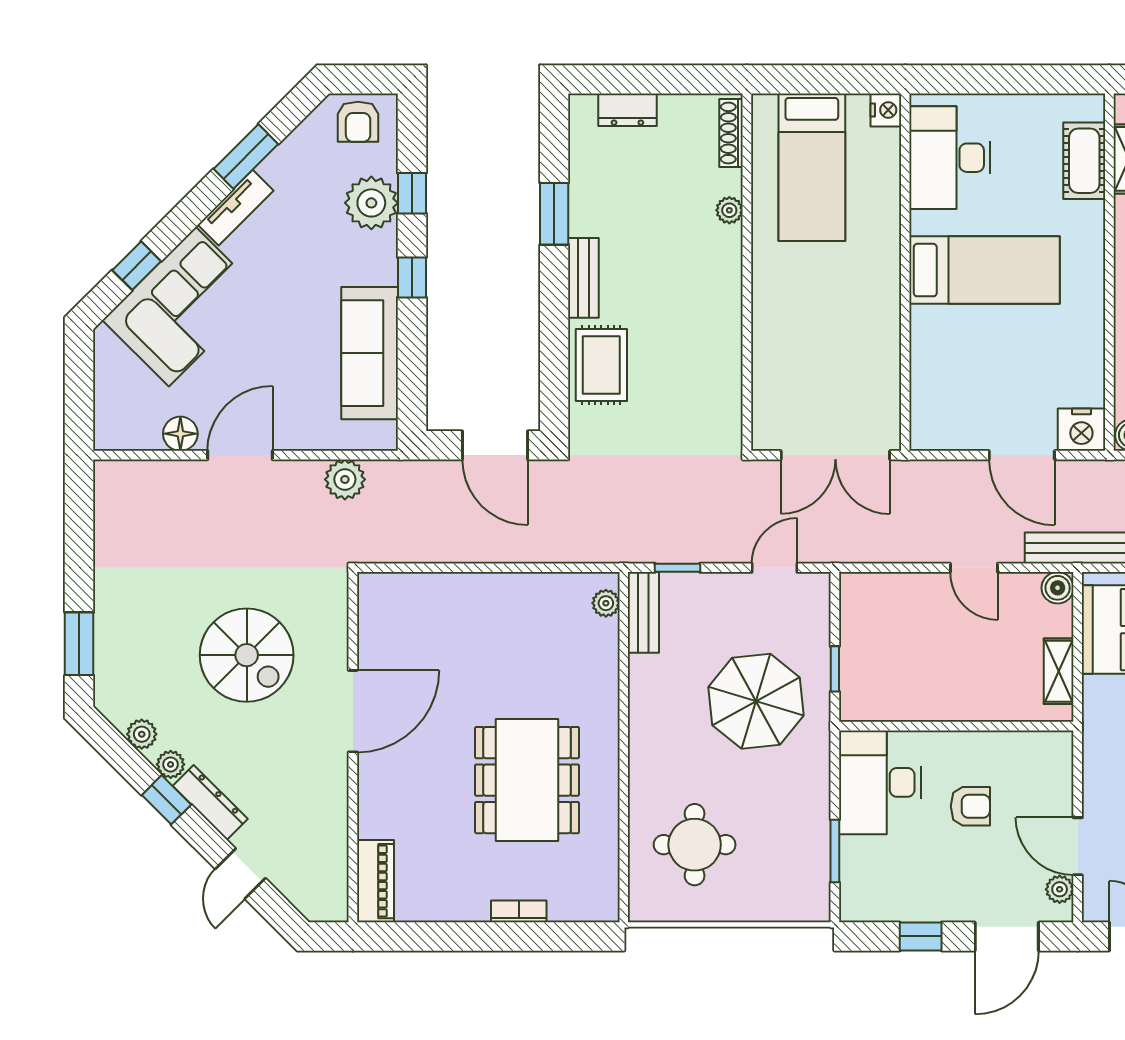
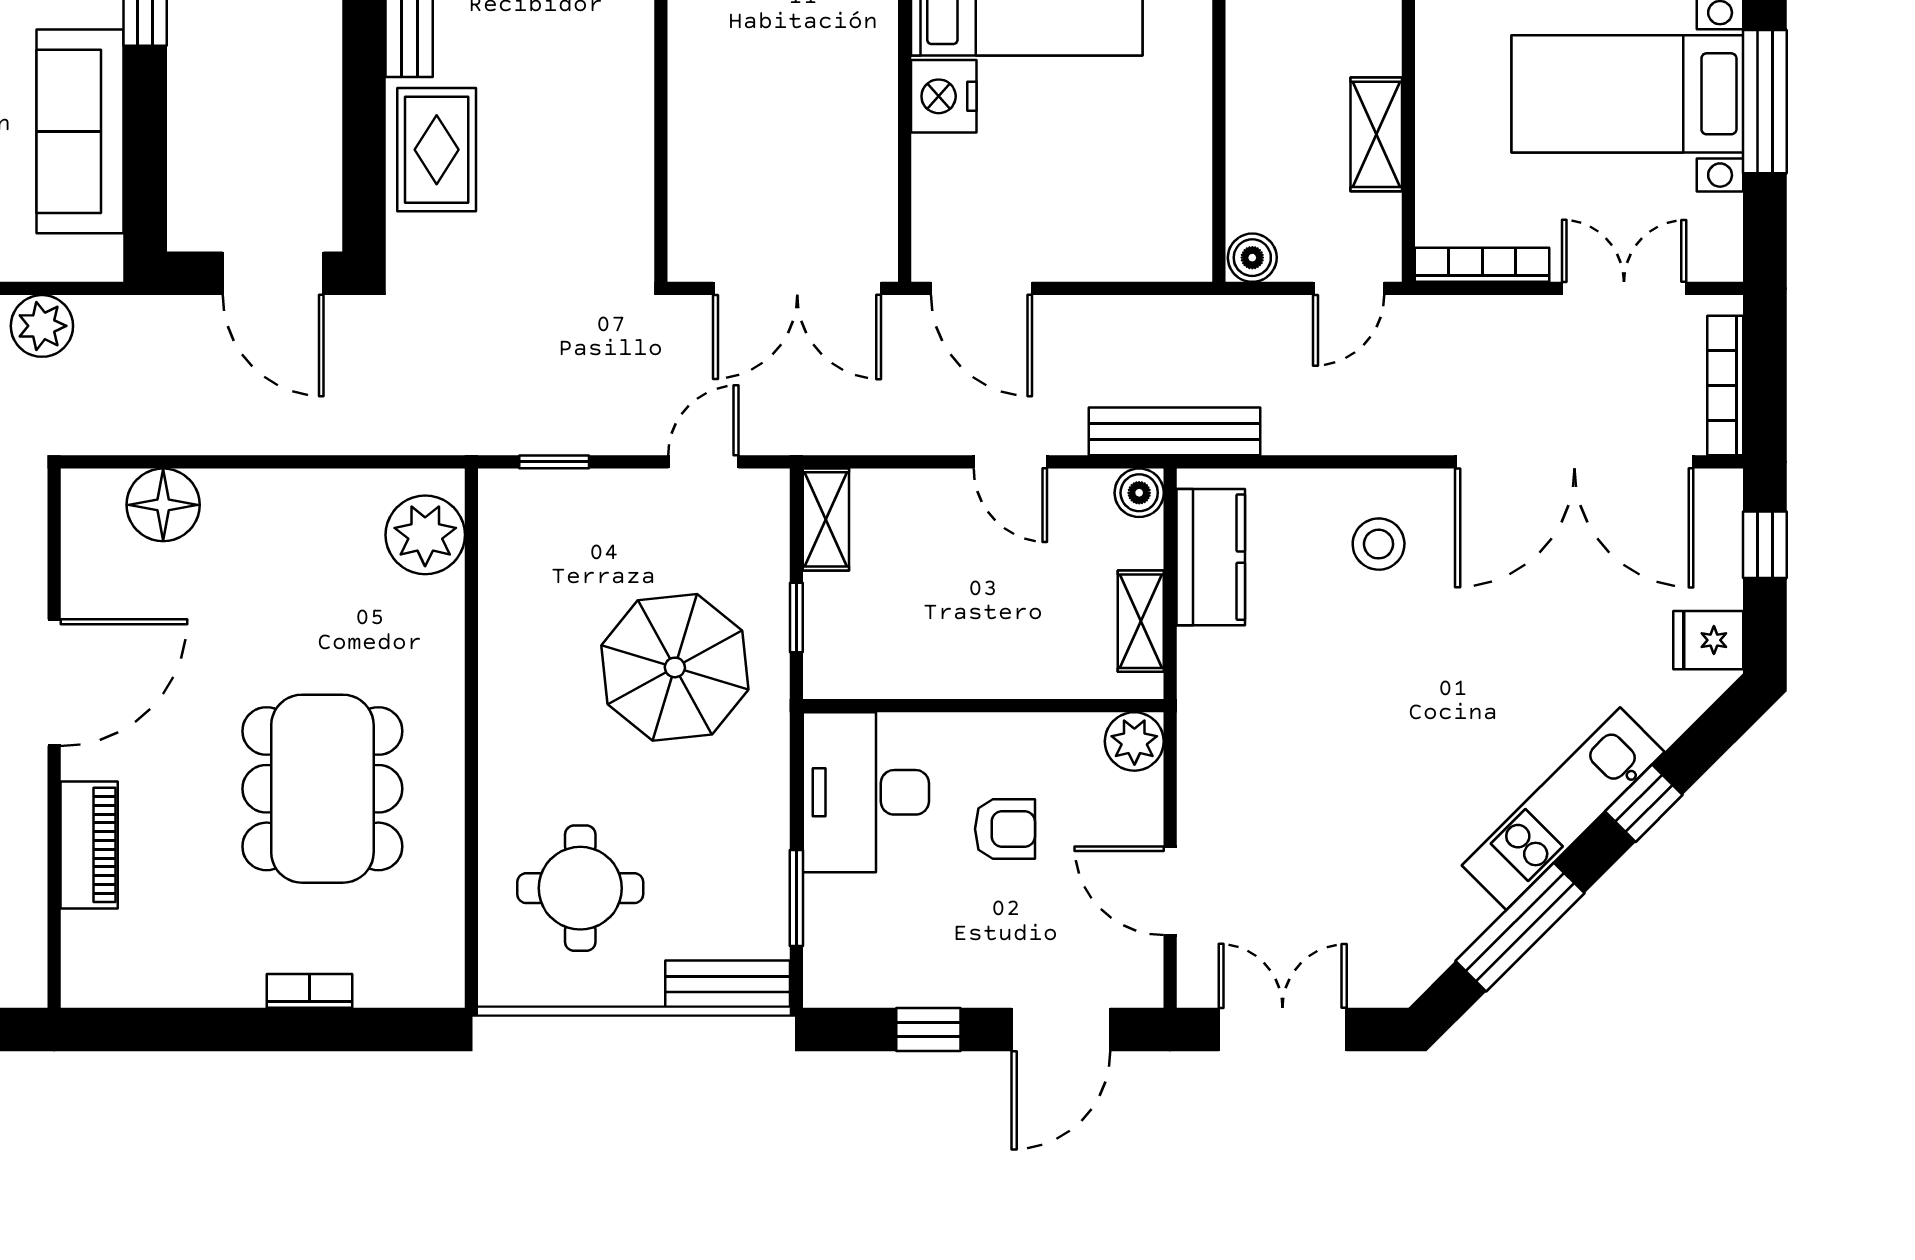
nightstand: (1081, 430) -> (944, 96), moved, turned 90
door: (1022, 455) -> (982, 288), moved
floor lamp: (424, 596) -> (163, 505), added
plant: (606, 603) -> (425, 535), width x1.88, depth x1.88
shelving: (854, 605) -> (826, 519), added
bench: (643, 612) -> (728, 984), moved, turned 90
piano: (376, 881) -> (89, 845), moved
plant: (1060, 889) -> (1134, 741), moved, width x1.38, depth x1.38

